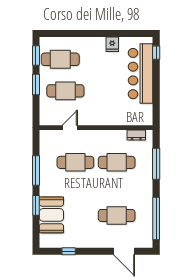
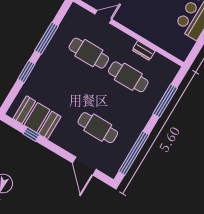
dresser: (136, 135) -> (144, 51), moved
booth: (51, 215) -> (37, 118), moved, turned 90

